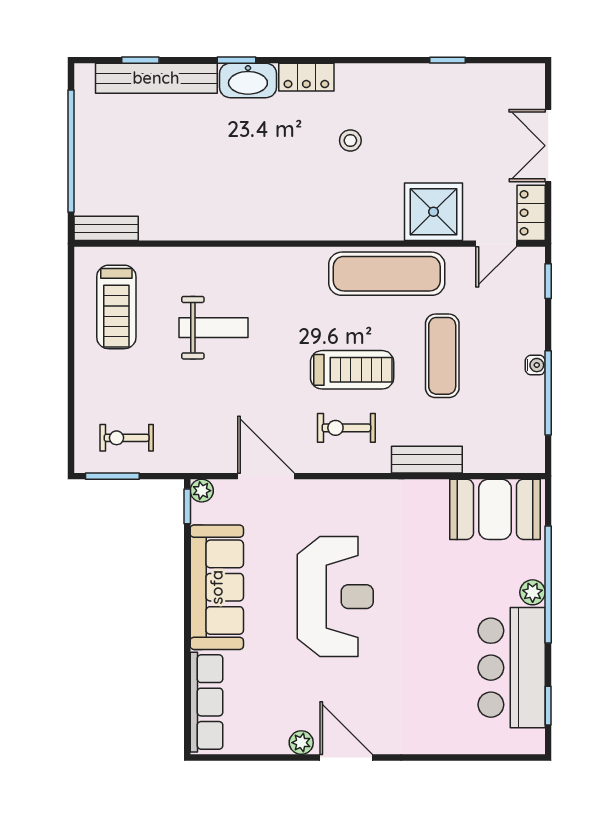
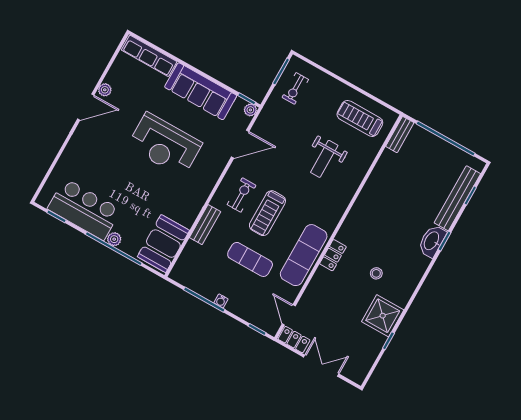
locker: (306, 77) -> (333, 255), moved, turned 180
shower: (433, 212) -> (383, 316), moved
exercise bike: (127, 438) -> (295, 88), turned 180

